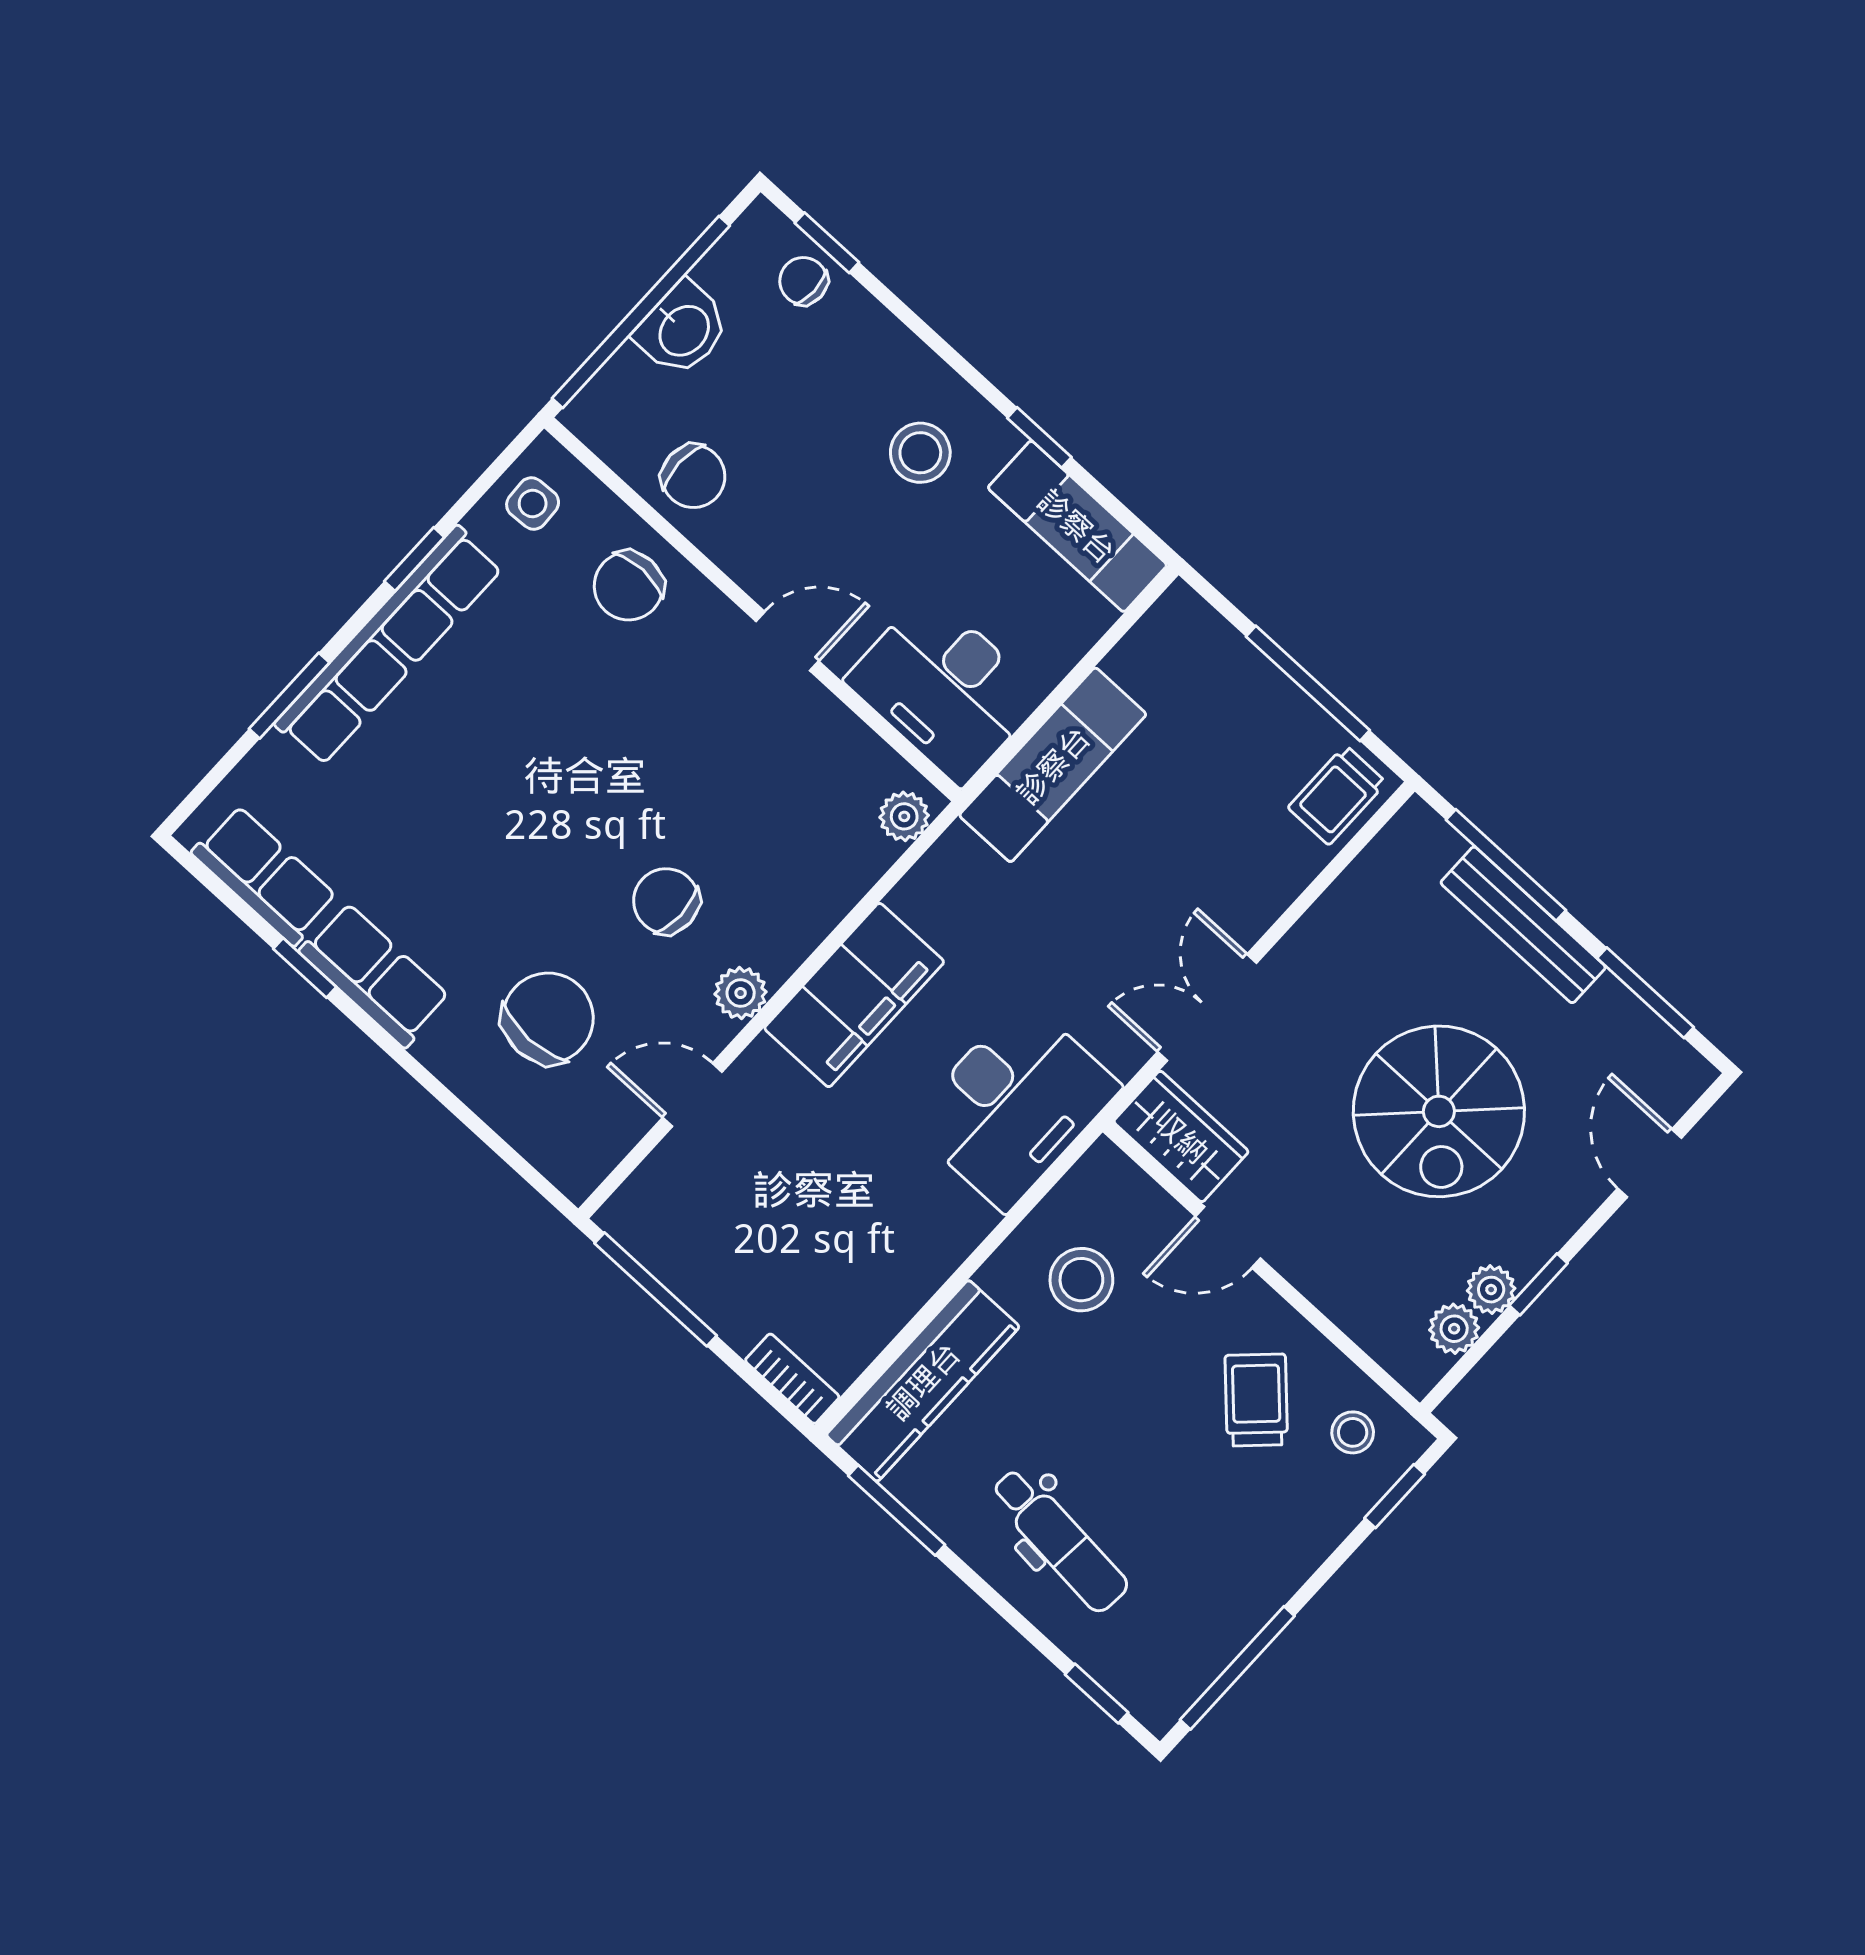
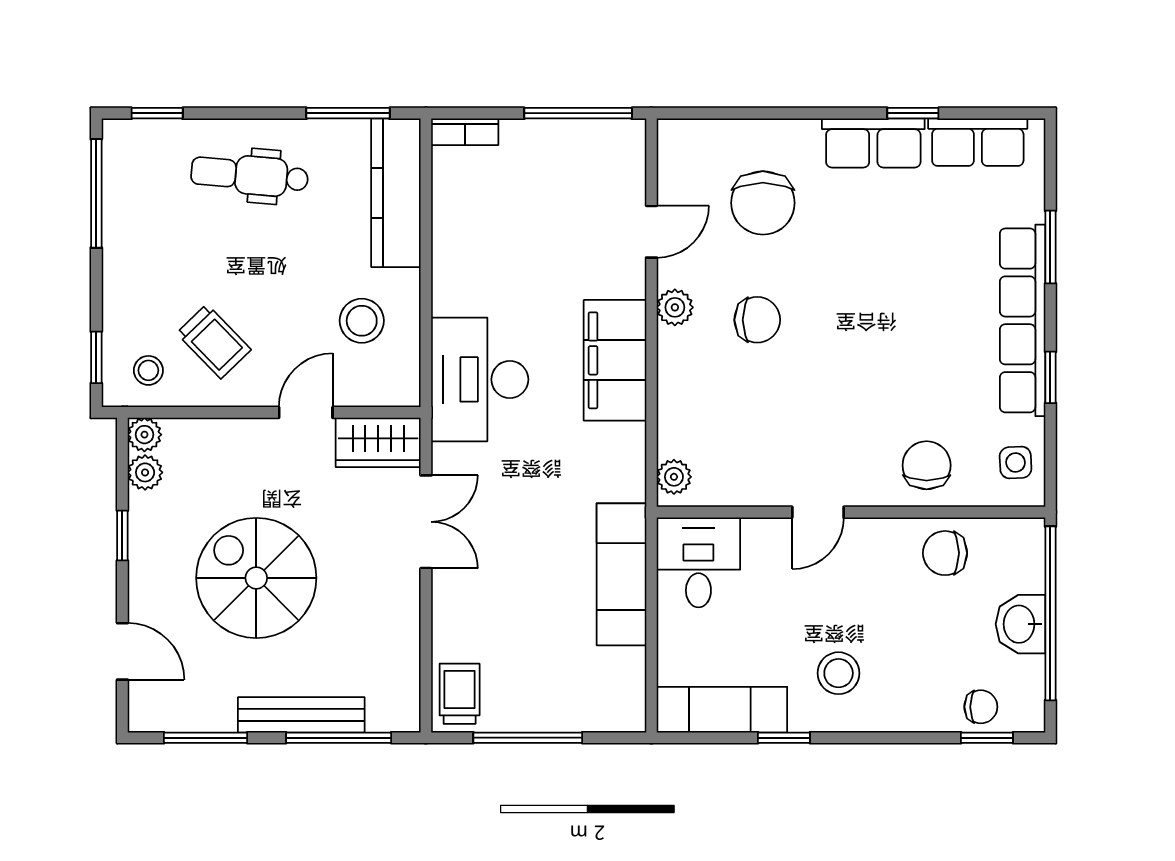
desk: (944, 688) -> (698, 562), width x0.73
plant: (1491, 1290) -> (144, 435), moved

